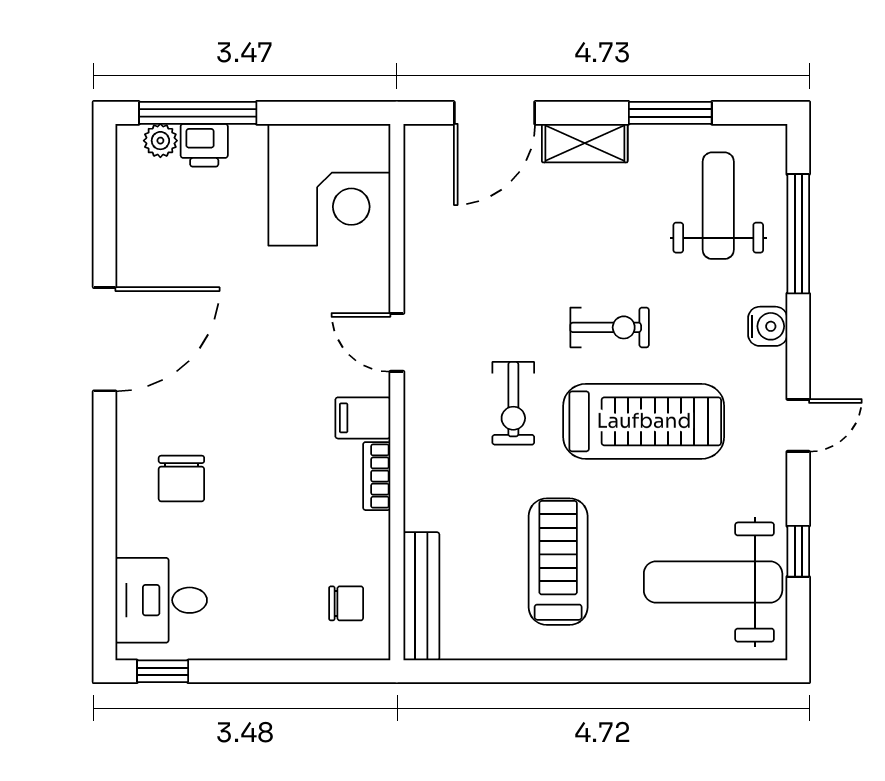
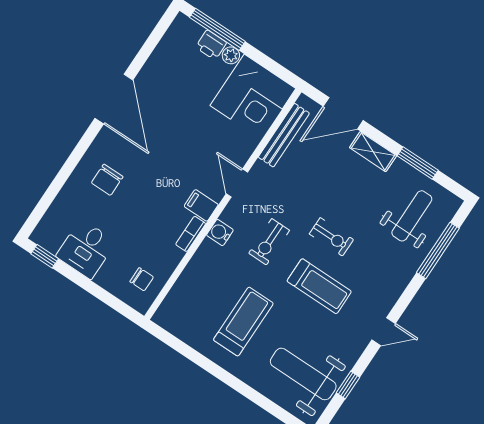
plant: (160, 141) -> (231, 55), moved
water cooler: (768, 326) -> (220, 233), moved, turned 180
door: (105, 339) -> (114, 99), hinge flipped
treadmill: (644, 421) -> (319, 286), width x0.73, depth x0.73
bench: (421, 596) -> (284, 135), moved
desk: (161, 600) -> (86, 249), moved, turned -90

